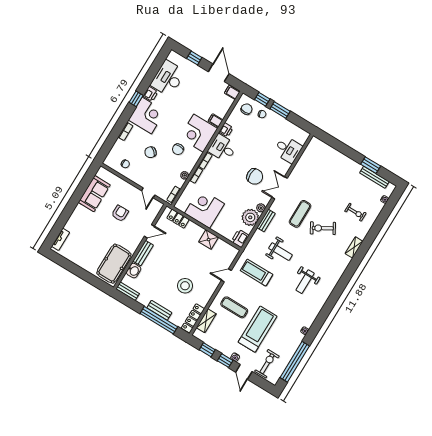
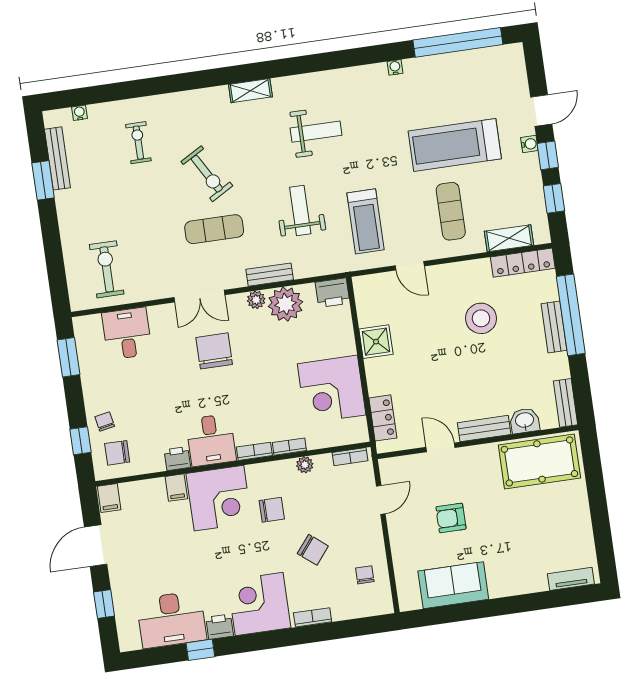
window: (136, 99) -> (200, 650), moved
window: (280, 110) -> (68, 357), moved
shelving: (354, 247) -> (250, 91), moved
exercise bike: (267, 364) -> (107, 269), moved, turned 90

